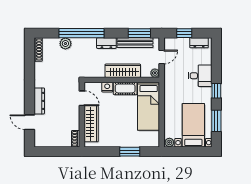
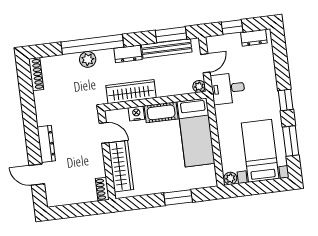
plant: (65, 44) -> (88, 59), moved
wardrobe: (123, 71) -> (131, 92), moved
desk: (200, 76) -> (228, 88), moved, turned 180

